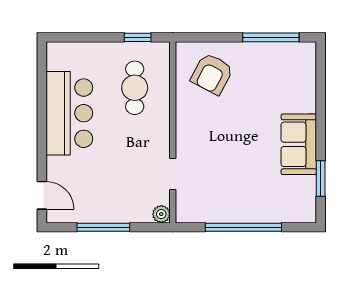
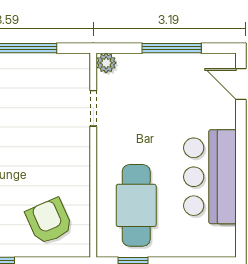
armchair: (212, 74) -> (49, 221), turned -52
cafe table: (135, 88) -> (136, 205), width x1.37, depth x1.35

